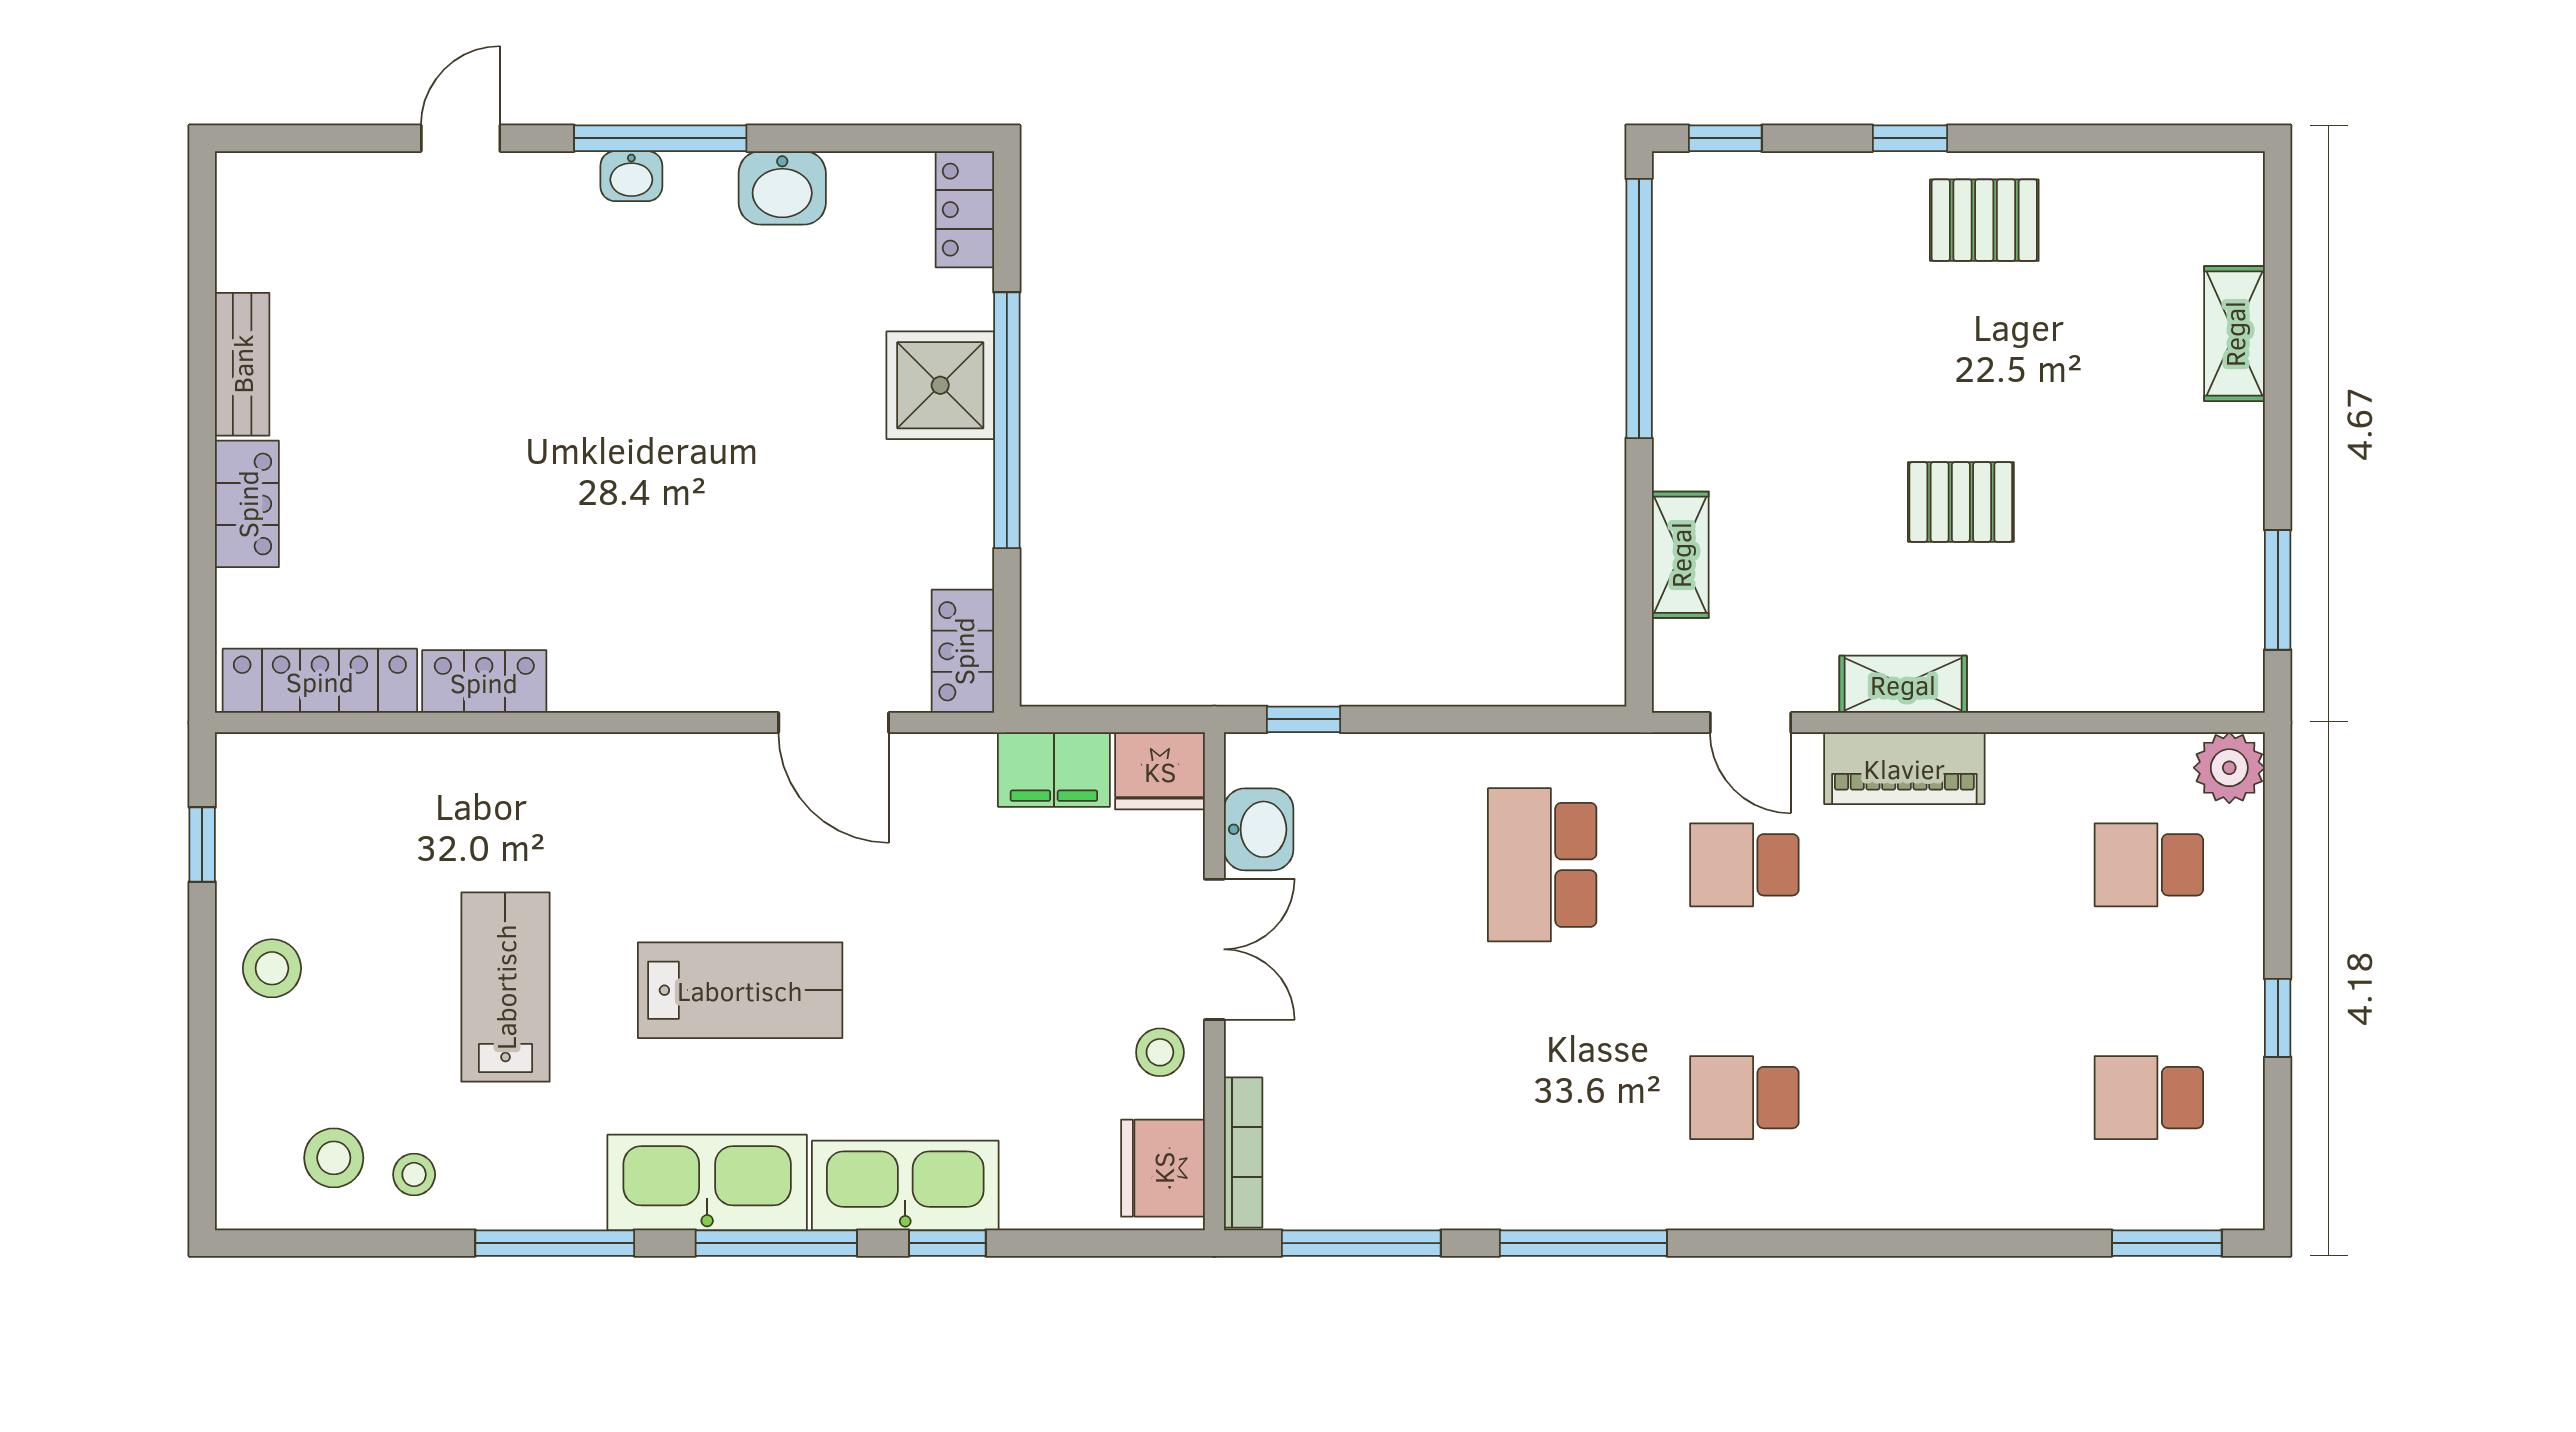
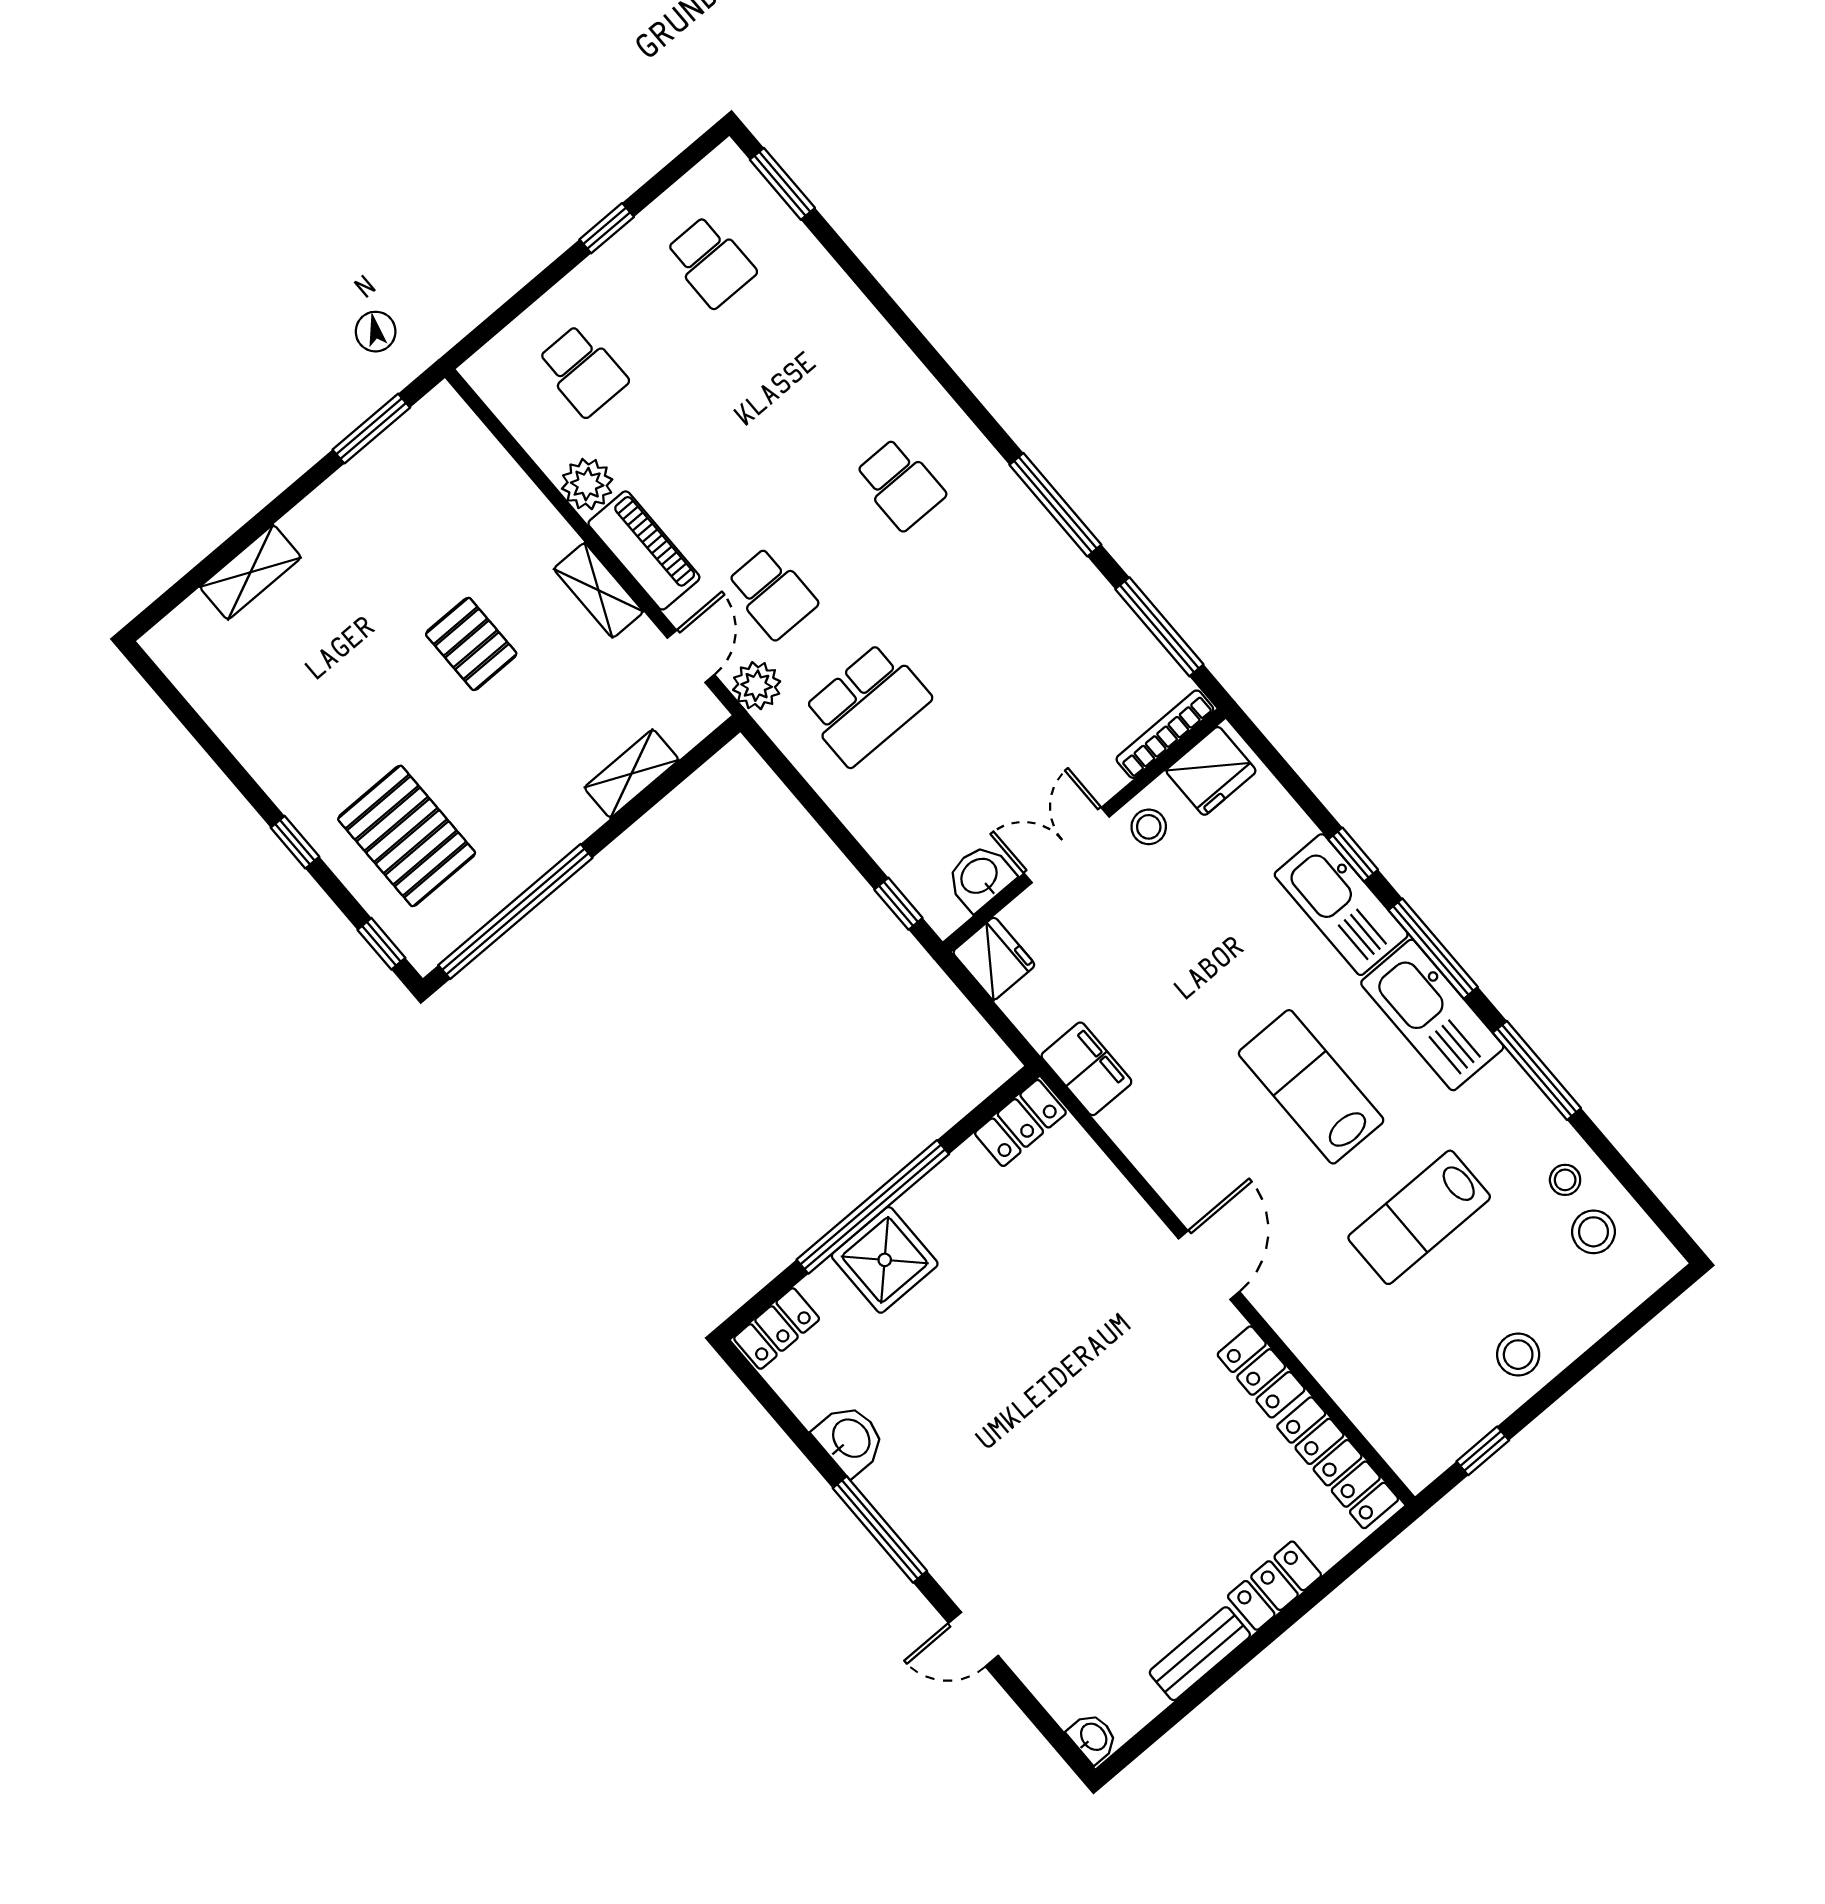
washbasin: (631, 176) -> (1093, 1738), moved
pallet: (1984, 220) -> (407, 836), moved, width x1.50, depth x1.42
door: (834, 723) -> (1209, 1265), moved
plant: (1661, 766) -> (757, 686), added
plant: (2229, 768) -> (587, 484), moved
filing cabinet: (1054, 770) -> (1086, 1069), moved

